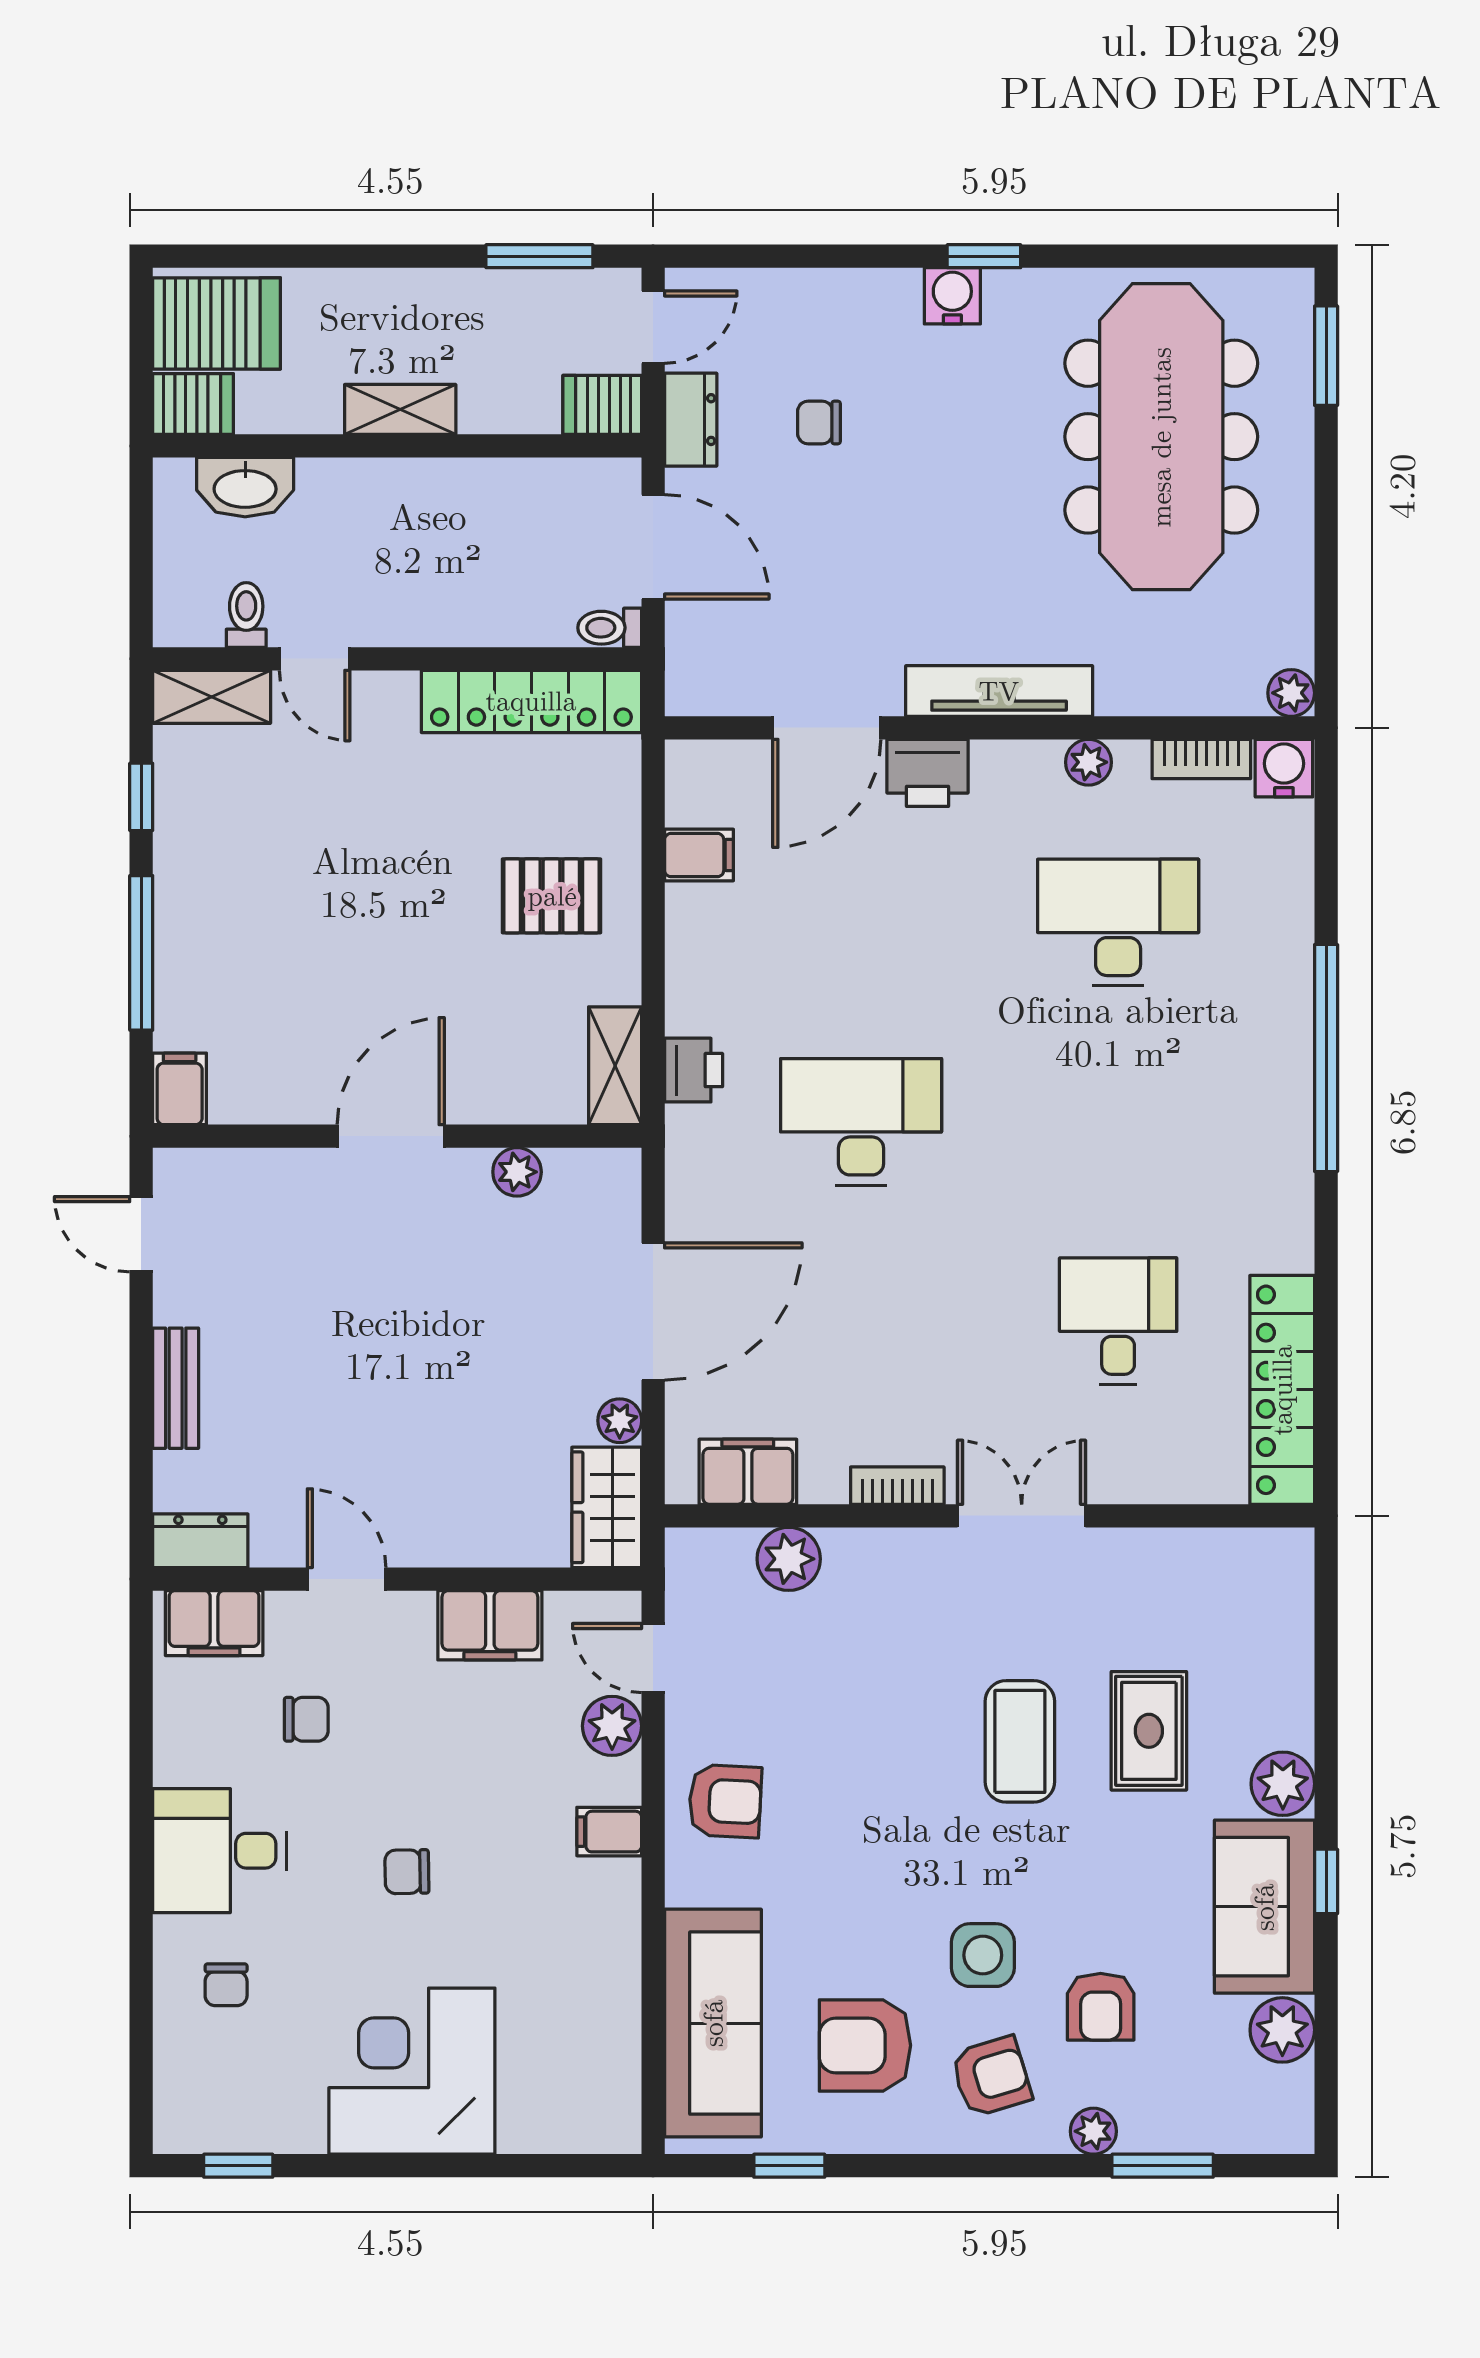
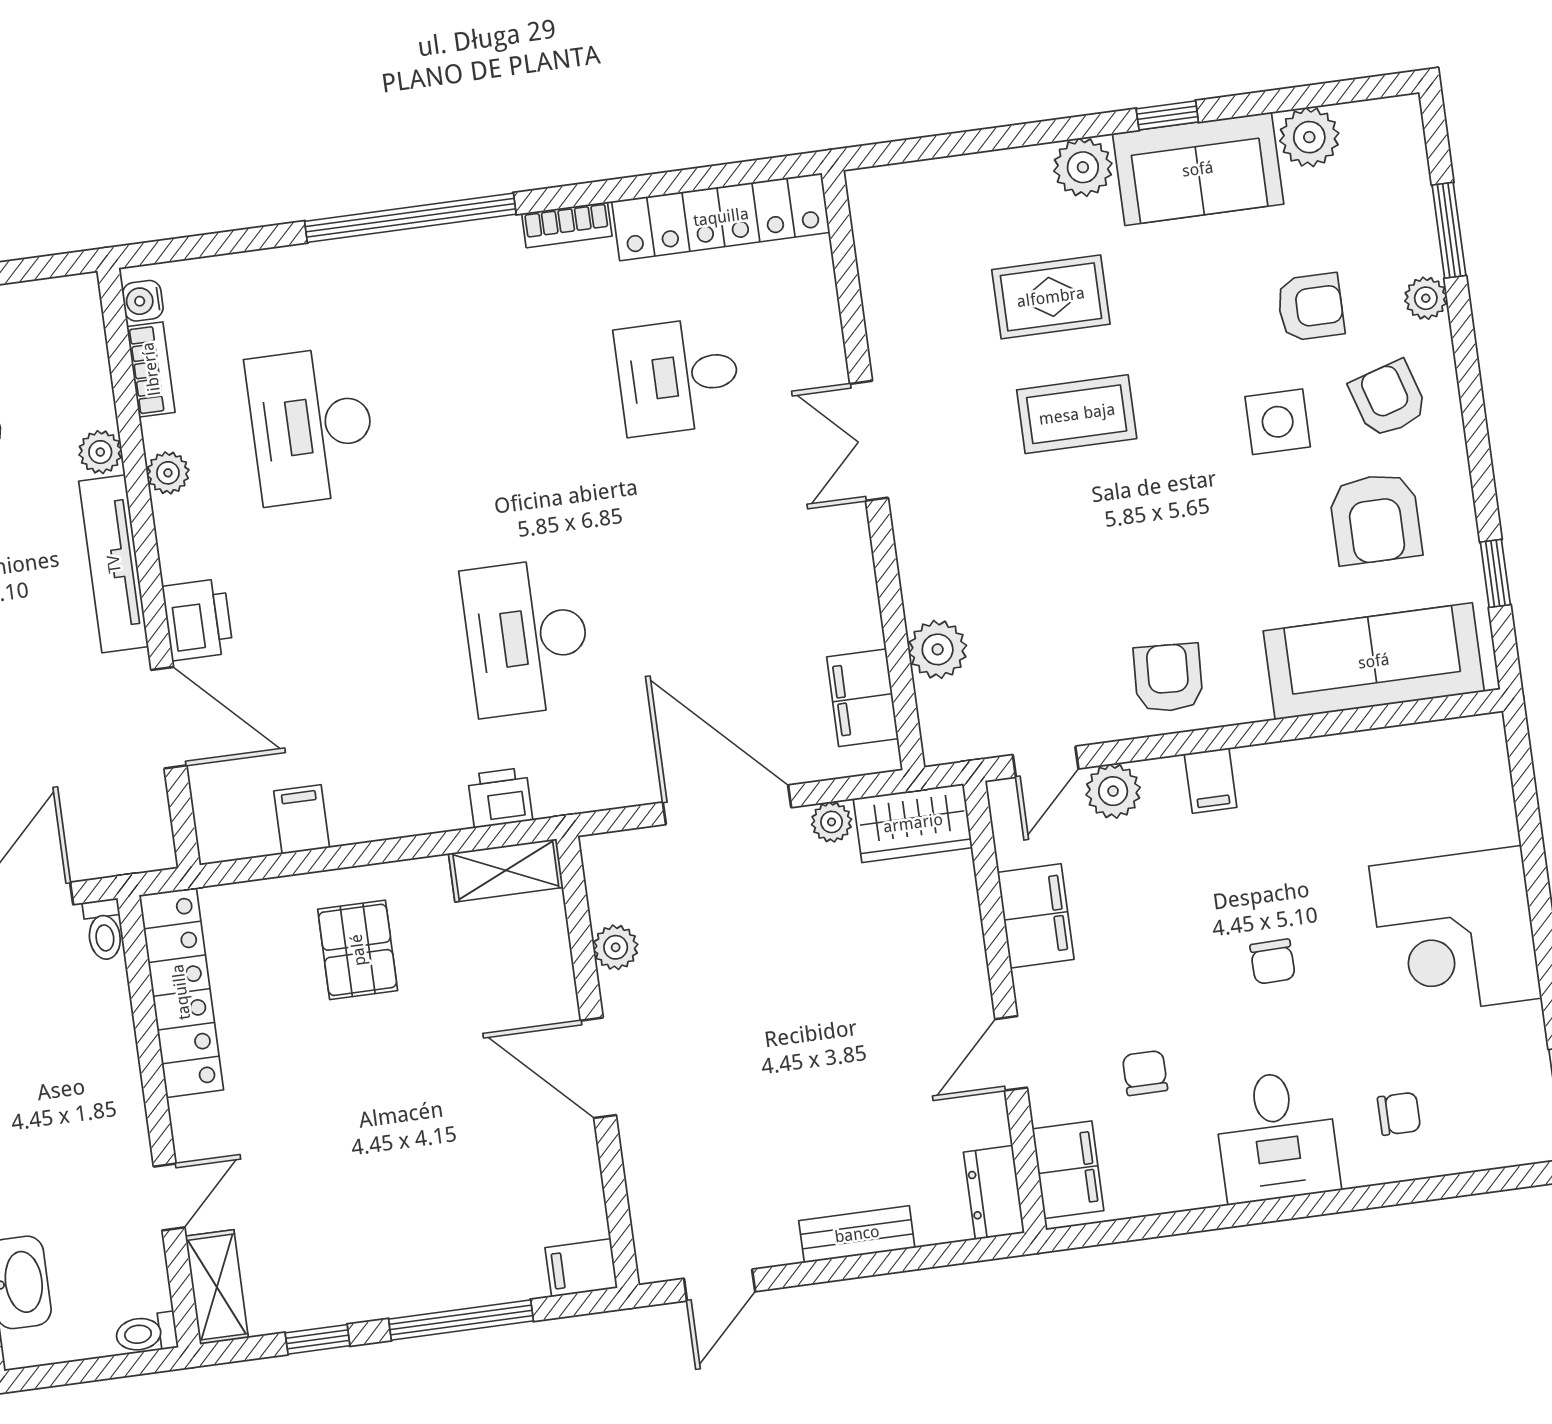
toilet: (246, 615) -> (146, 1333), moved
plant: (1291, 693) -> (100, 452), moved
water cooler: (1284, 768) -> (143, 301), width x0.72, depth x0.72
bookcase: (897, 1486) -> (567, 225), moved, turned -90

